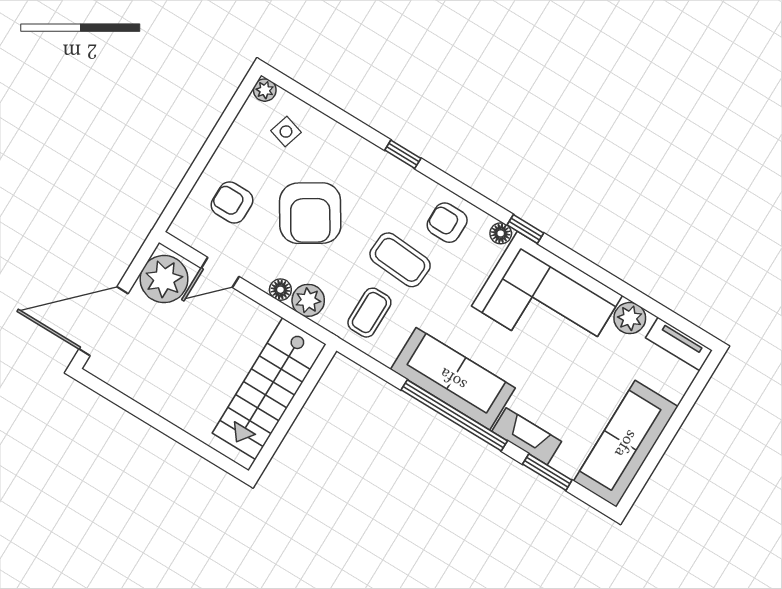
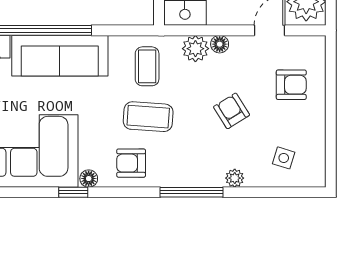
plant: (265, 90) -> (235, 178), moved
window: (403, 154) -> (192, 192), width x2.17
armchair: (310, 213) -> (232, 111), width x0.53, depth x0.53
armchair: (447, 223) -> (131, 163), turned 180

